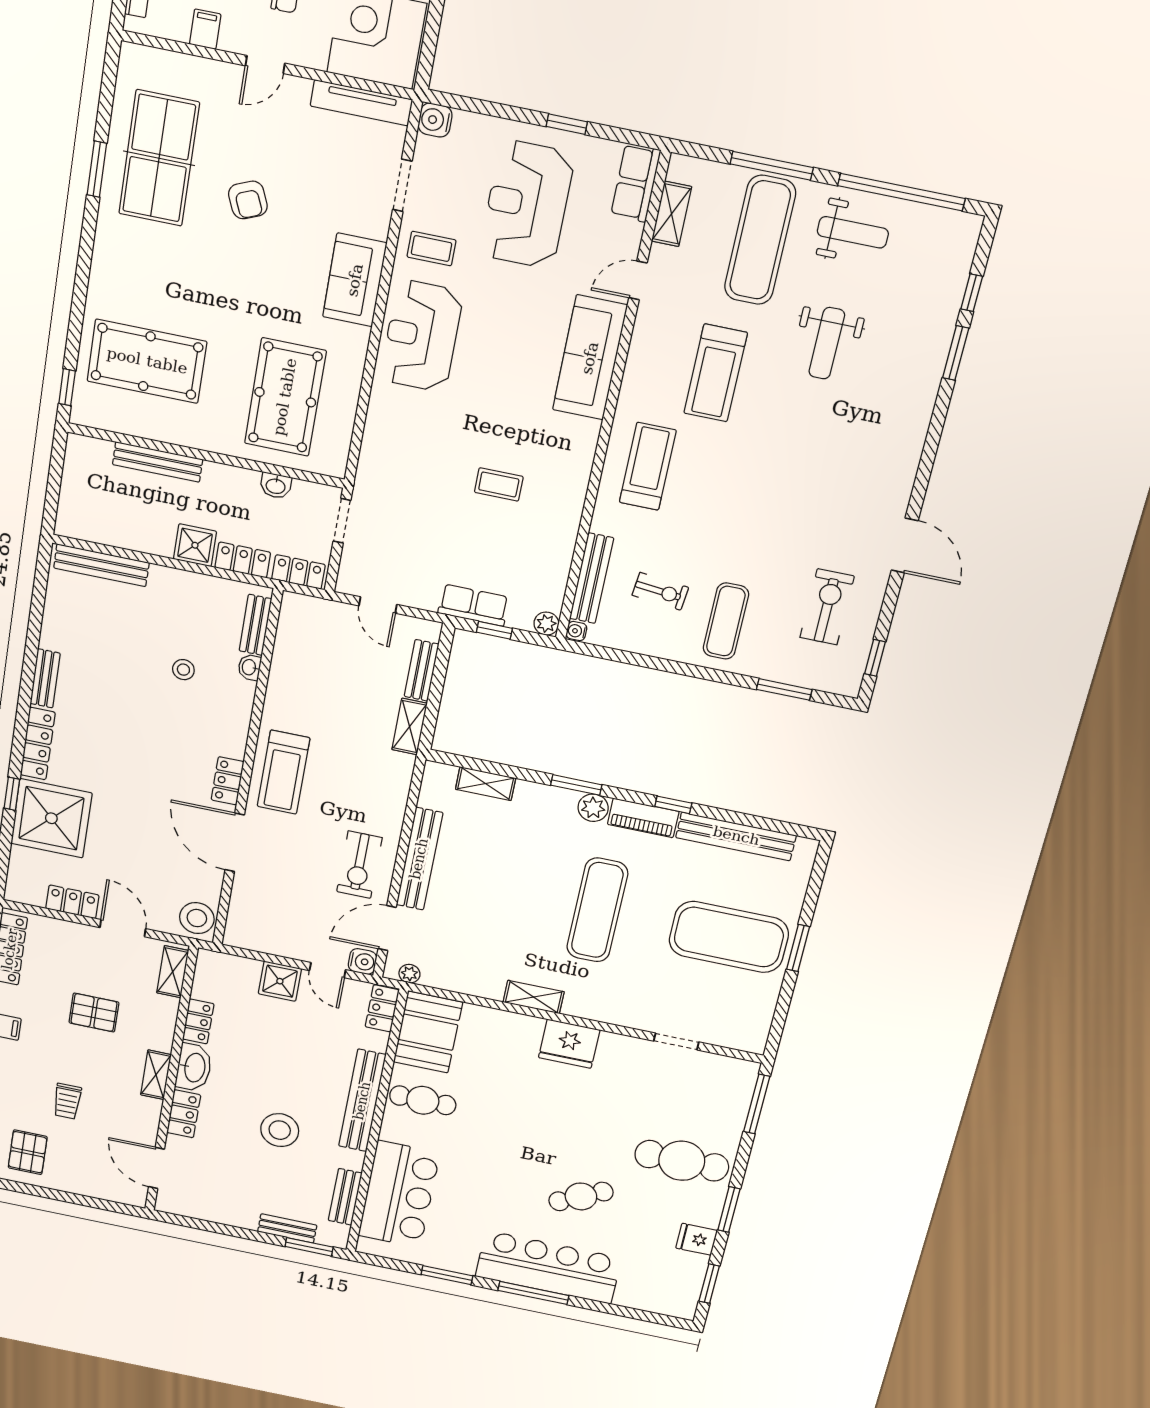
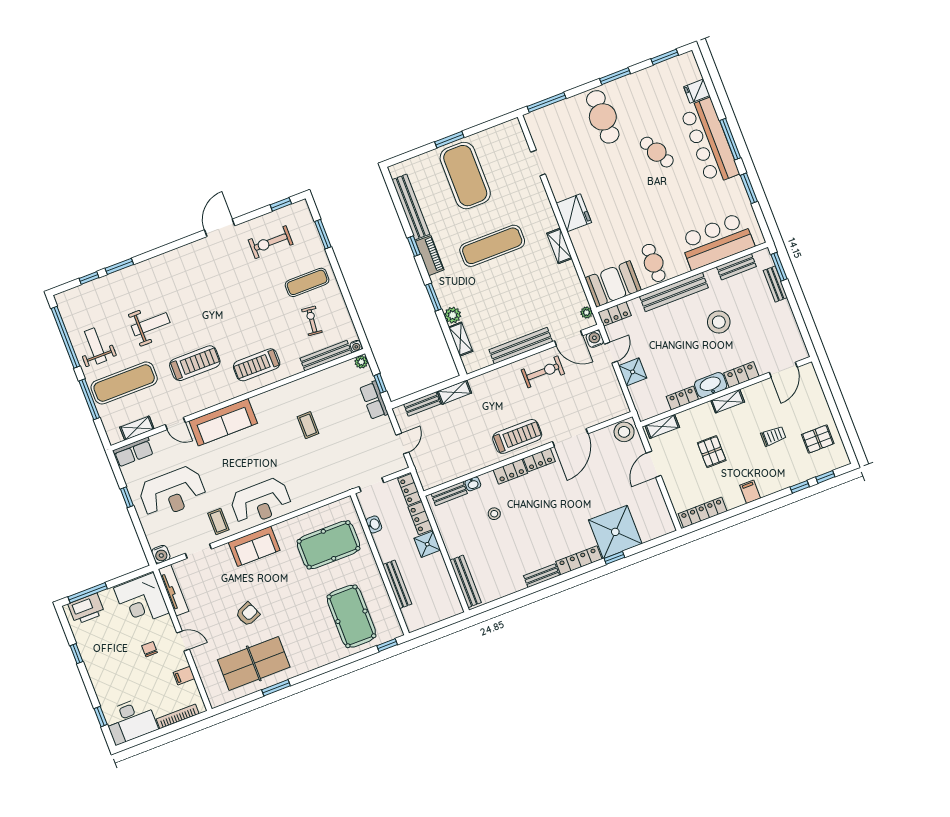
plant: (593, 808) -> (453, 315), moved
locker: (72, 902) -> (510, 472), moved, turned -90
fridge: (697, 1239) -> (697, 91), moved, turned 90

